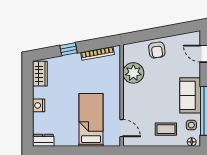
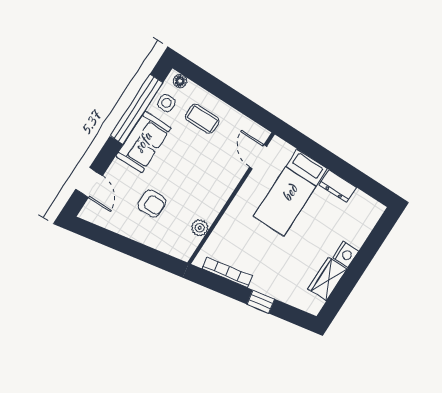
armchair: (157, 50) -> (152, 204), moved, turned 98
plant: (133, 73) -> (200, 228), width x0.53, depth x0.53
wardrobe: (40, 74) -> (327, 279), moved
dresser: (43, 140) -> (338, 186), moved

